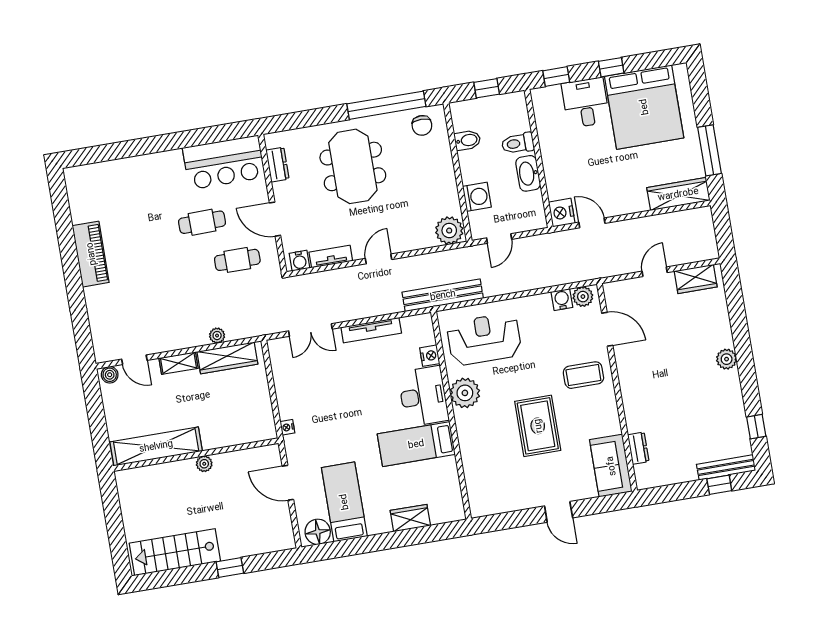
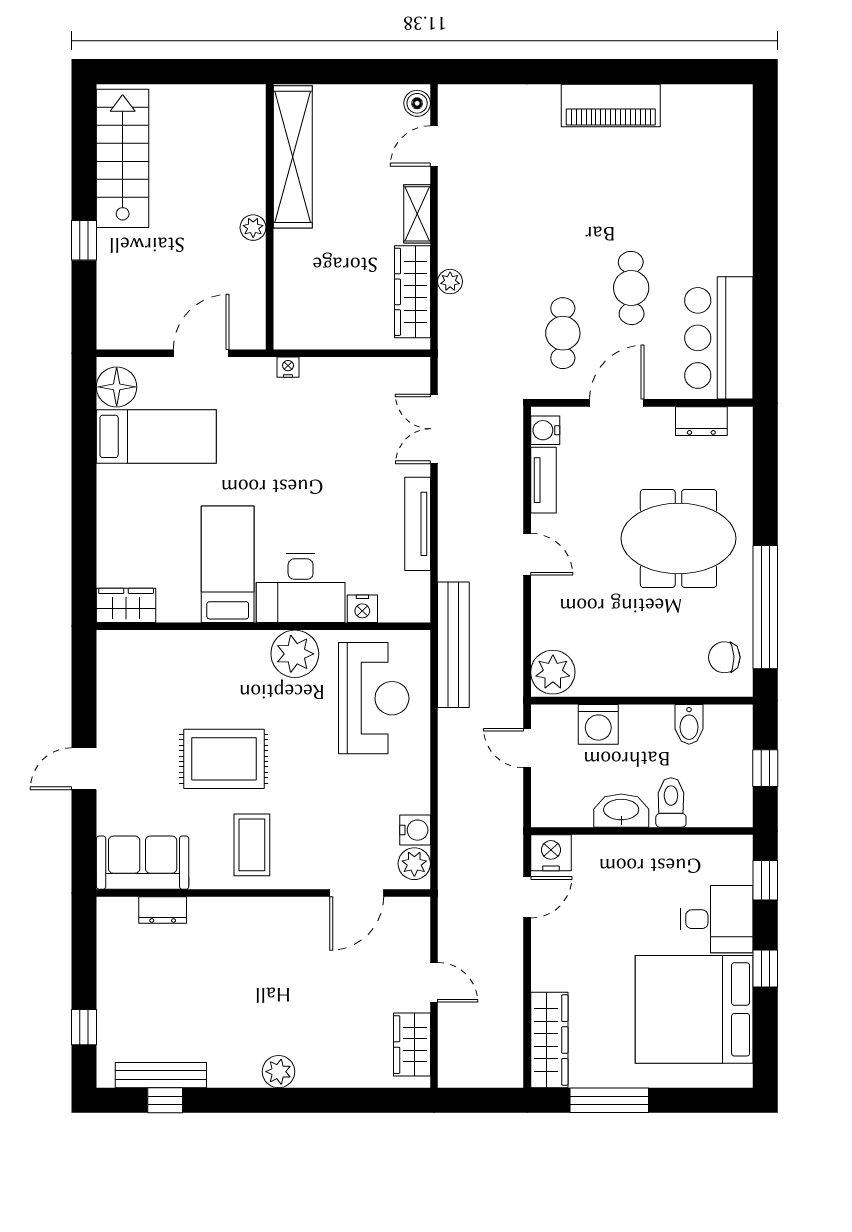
coffee table: (583, 375) -> (252, 845), moved
bench: (726, 467) -> (161, 1075), moved, turned 90
wardrobe: (410, 518) -> (126, 605), moved, turned -90

